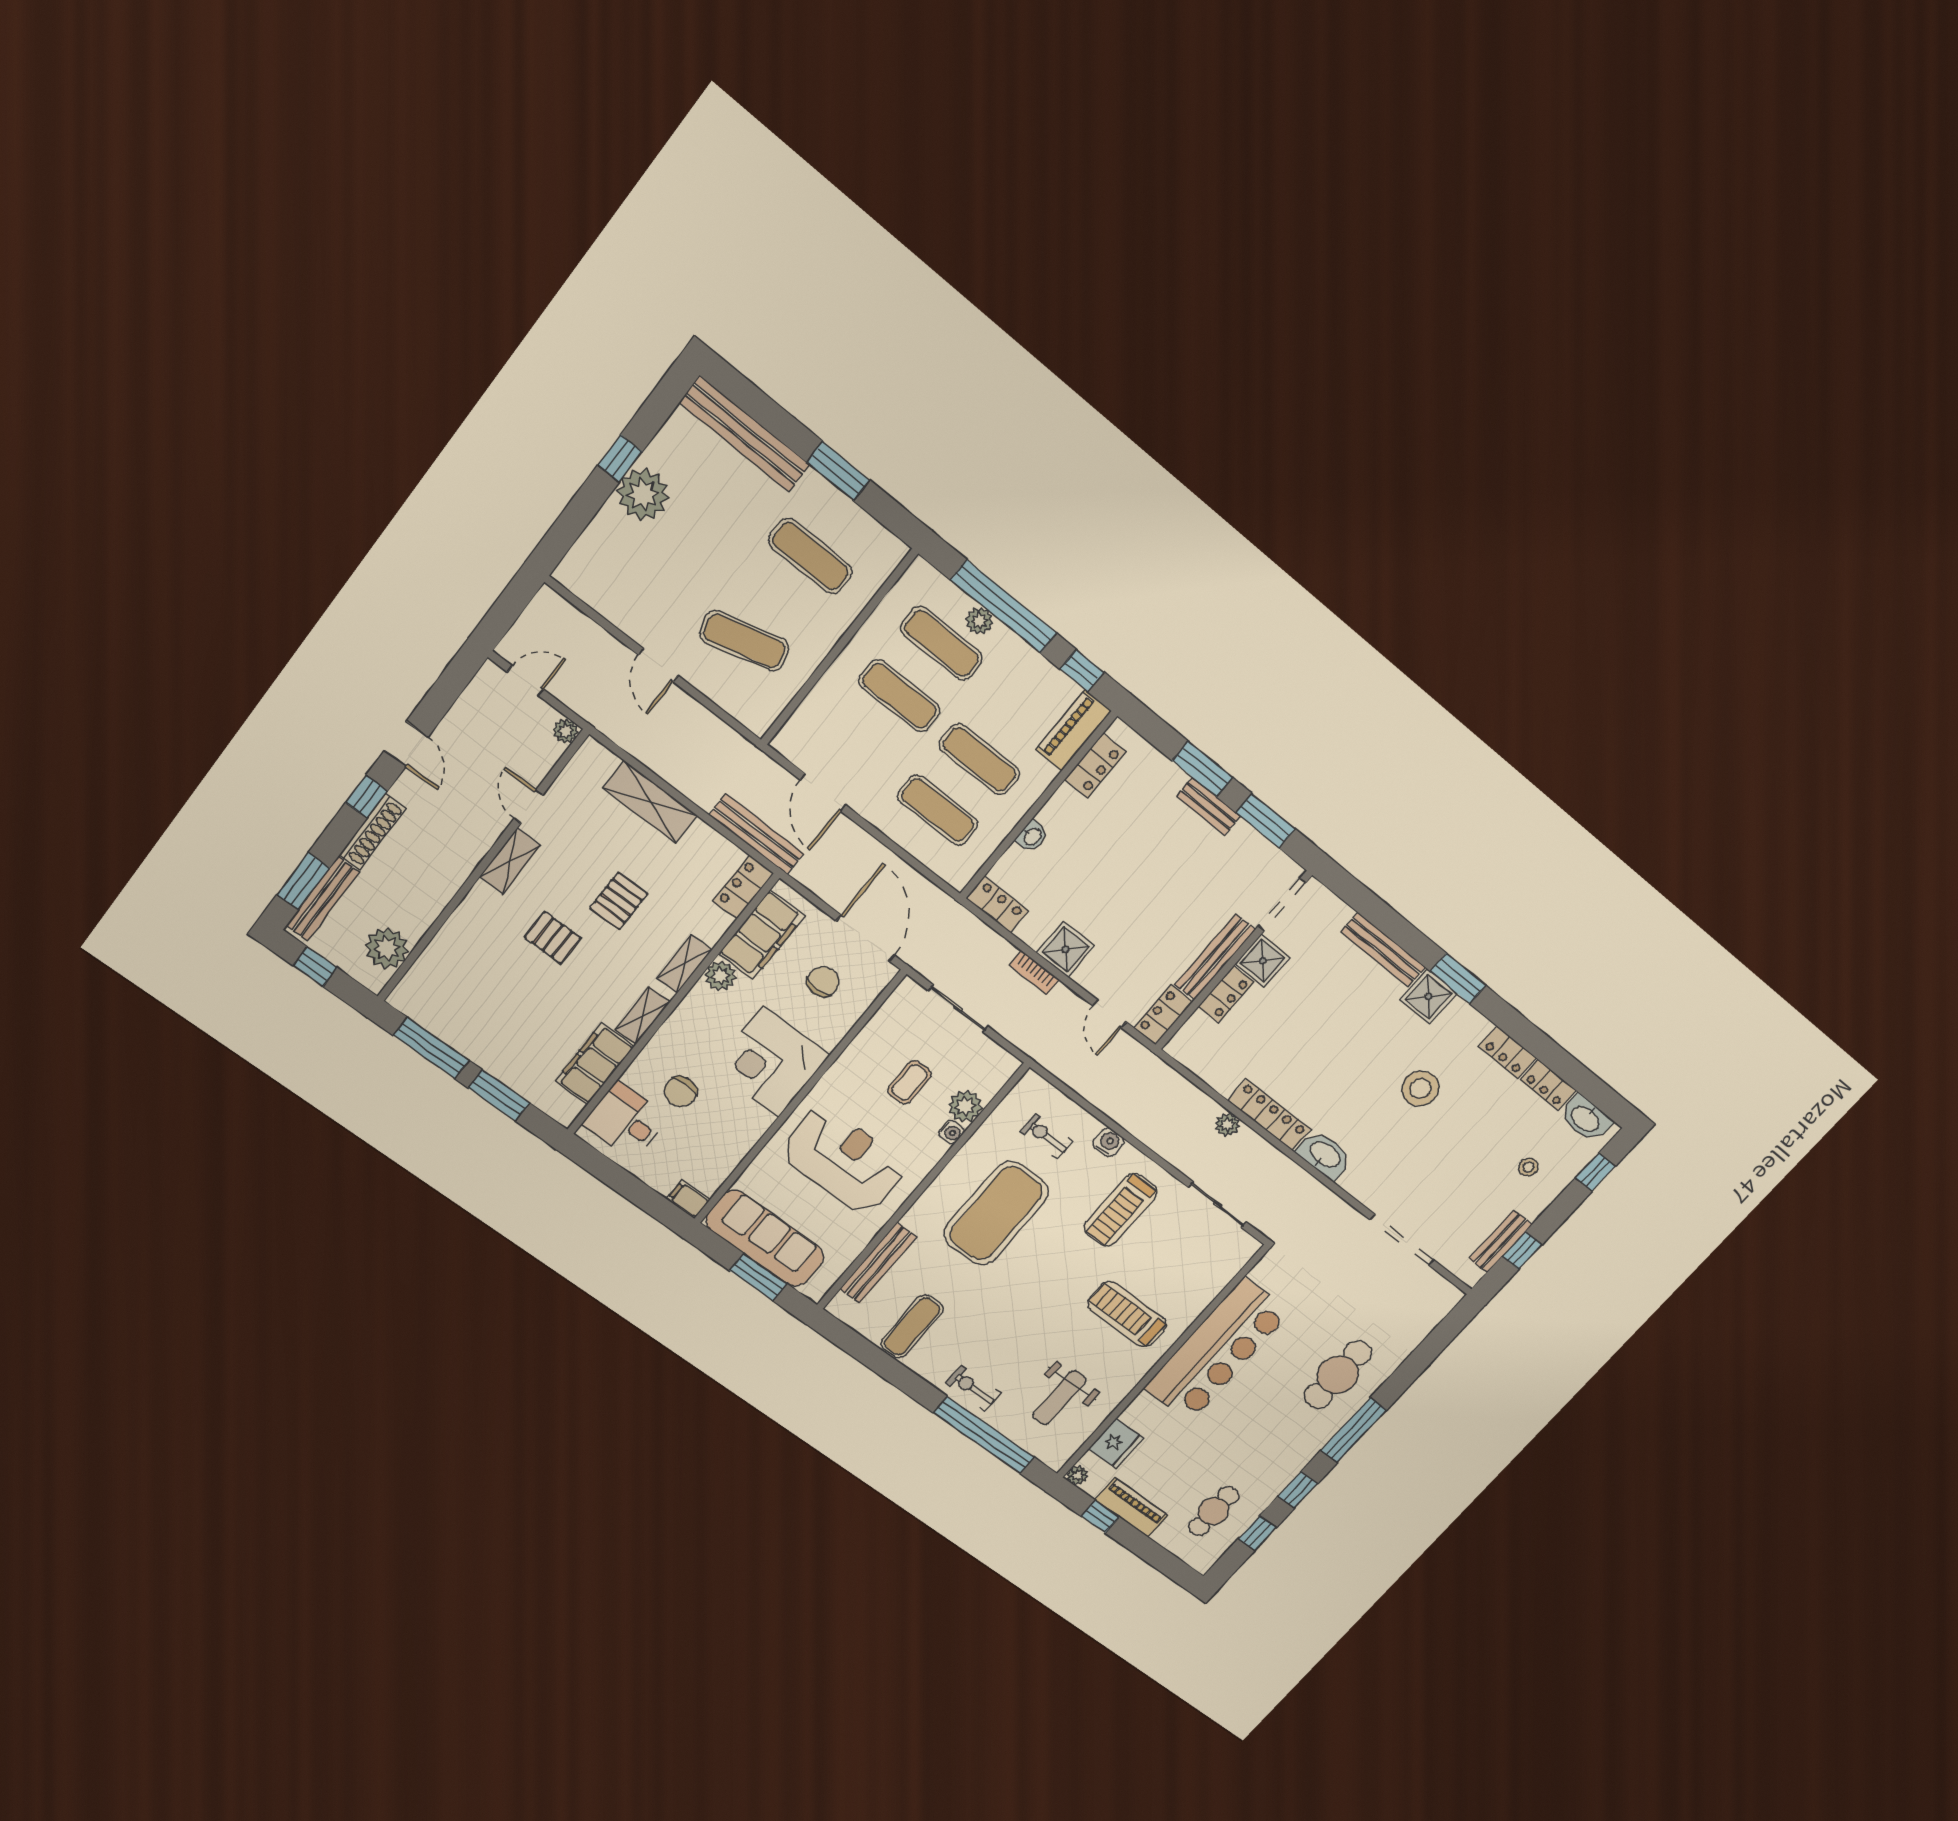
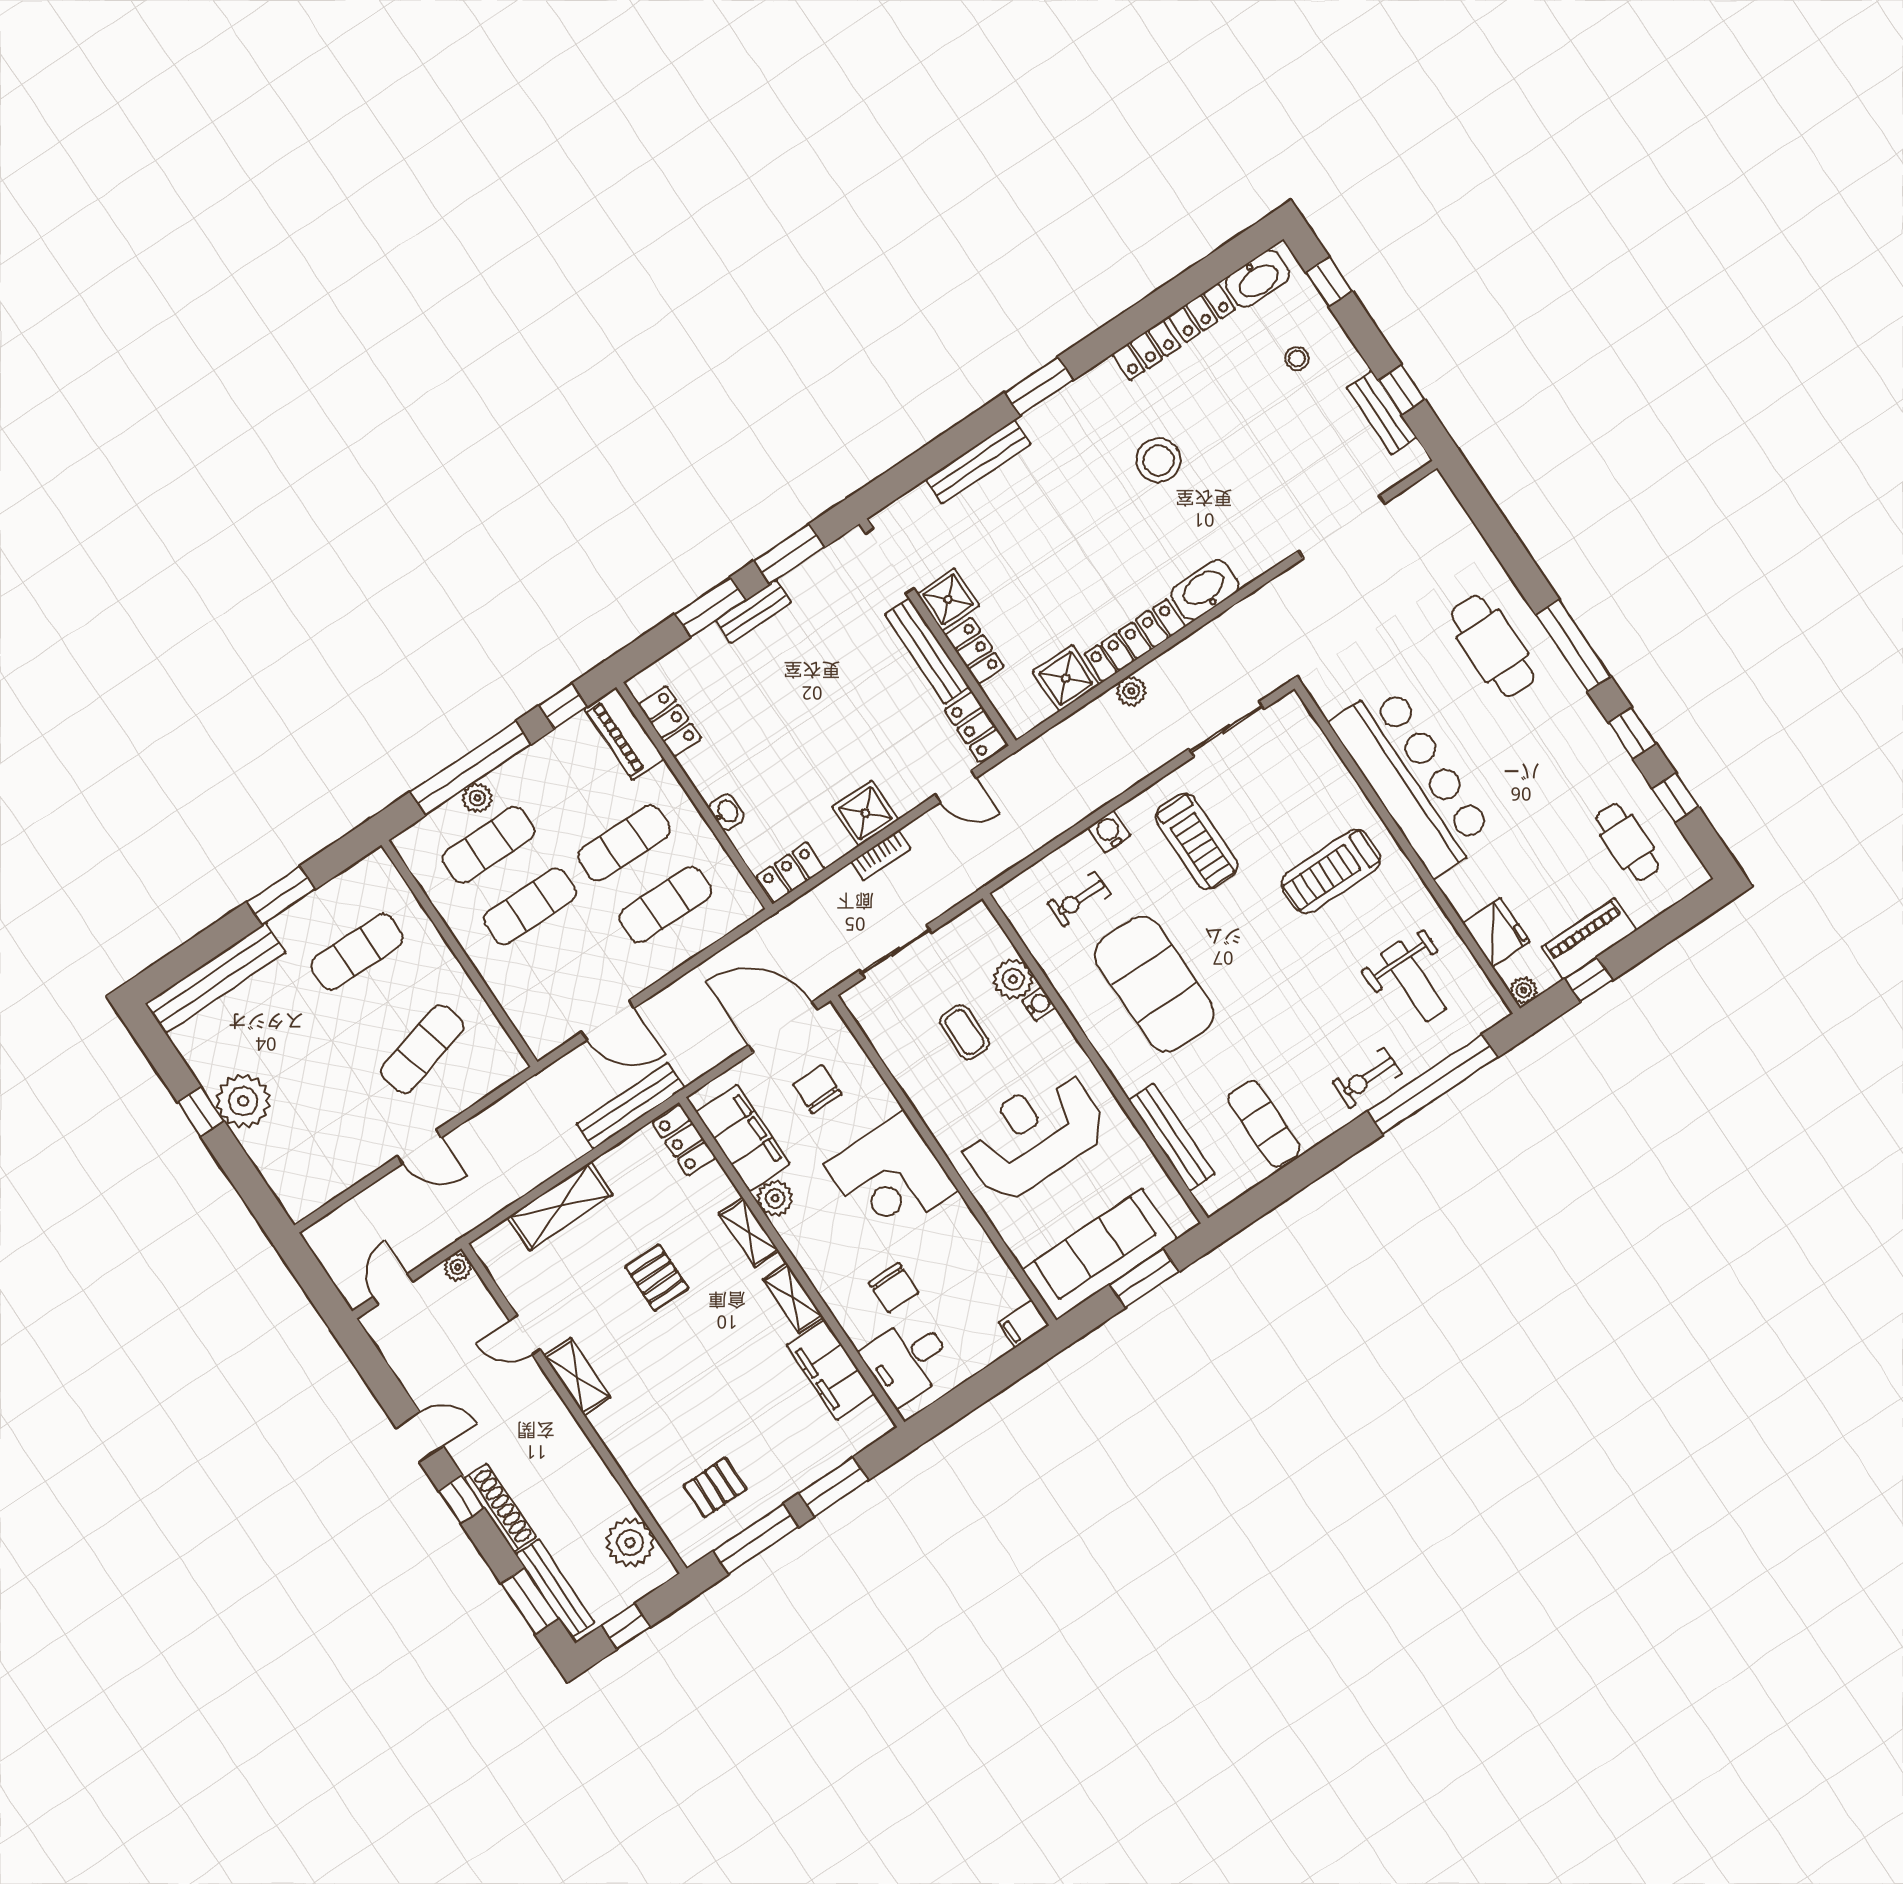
pallet: (553, 938) -> (715, 1487), moved
shower: (1429, 997) -> (1066, 678), moved

